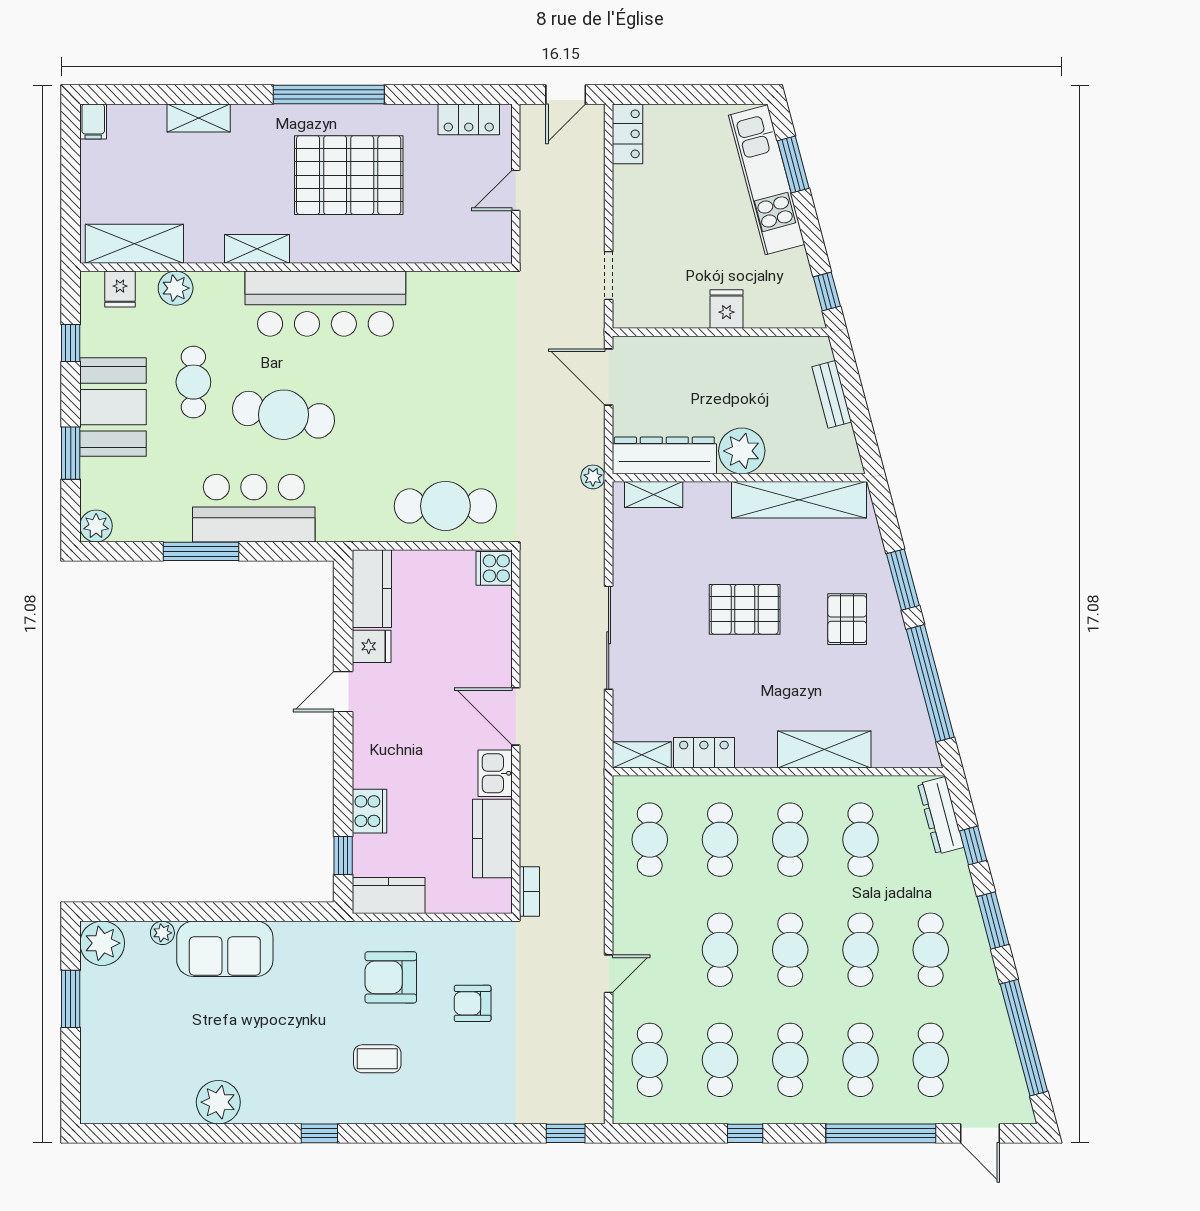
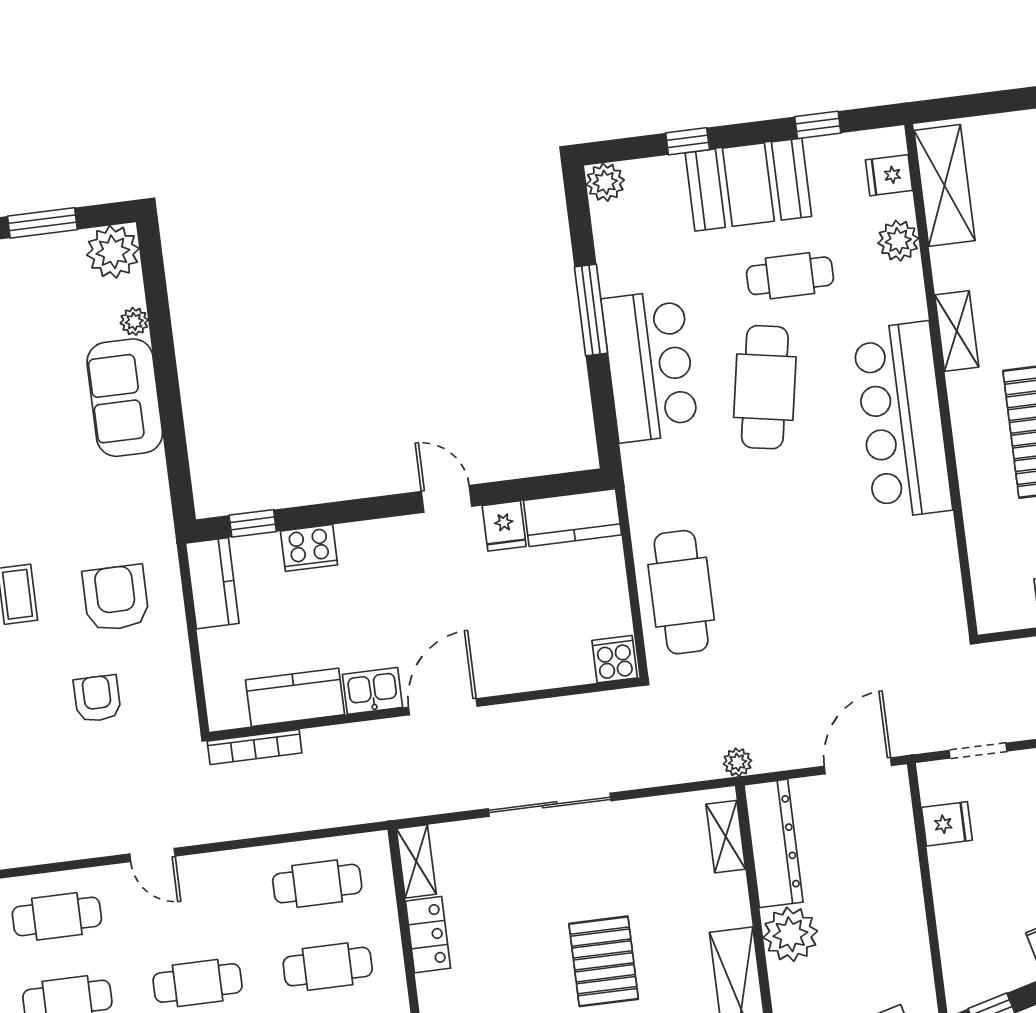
fridge: (726, 309) -> (947, 824), moved
window: (71, 453) -> (688, 141), width x0.67
bookcase: (529, 891) -> (255, 747), width x1.56

